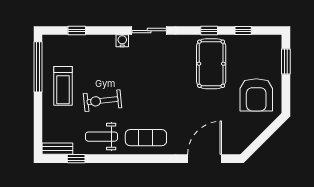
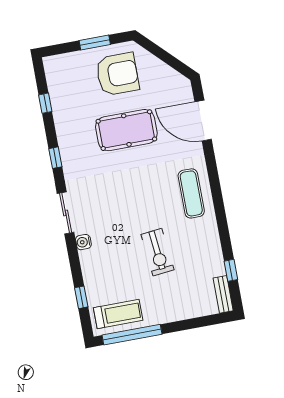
window: (209, 31) -> (55, 158), moved
window: (286, 61) -> (95, 43), moved
pool table: (211, 64) -> (126, 130), moved
treadmill: (63, 86) -> (118, 314), moved
weight bench: (101, 137) -> (200, 246), removed

